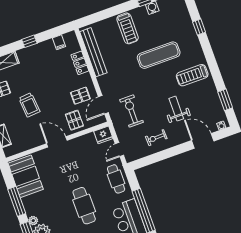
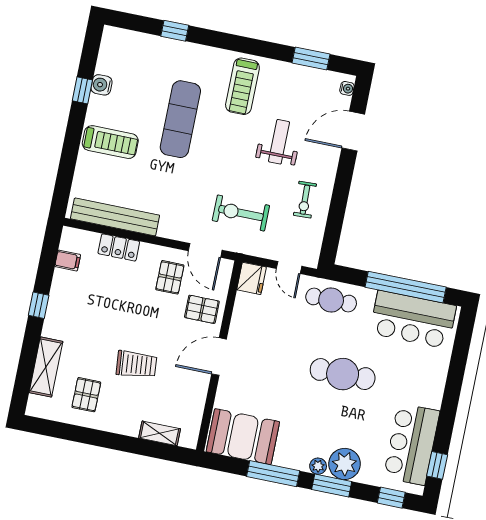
weight bench: (176, 109) -> (279, 142), turned 90

